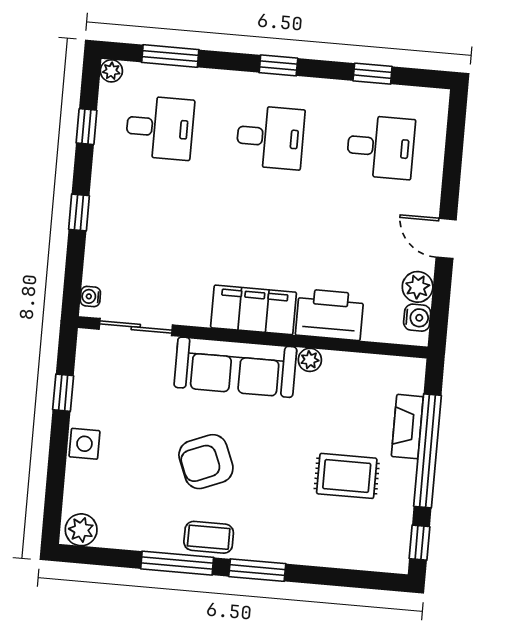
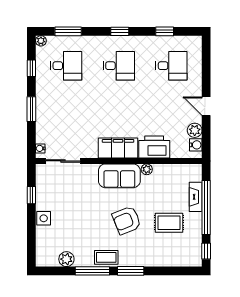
window: (79, 212) -> (31, 109), width x1.50
sofa: (235, 367) -> (119, 176), width x0.73
armchair: (206, 462) -> (127, 220), moved
plant: (81, 530) -> (66, 259), moved

